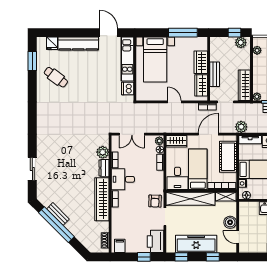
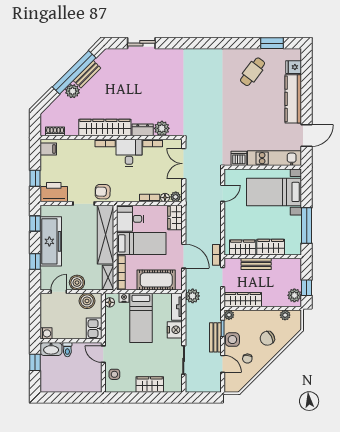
door: (174, 102) -> (223, 193), moved
boiler: (245, 214) -> (87, 301), added
plant: (72, 226) -> (73, 91), added

